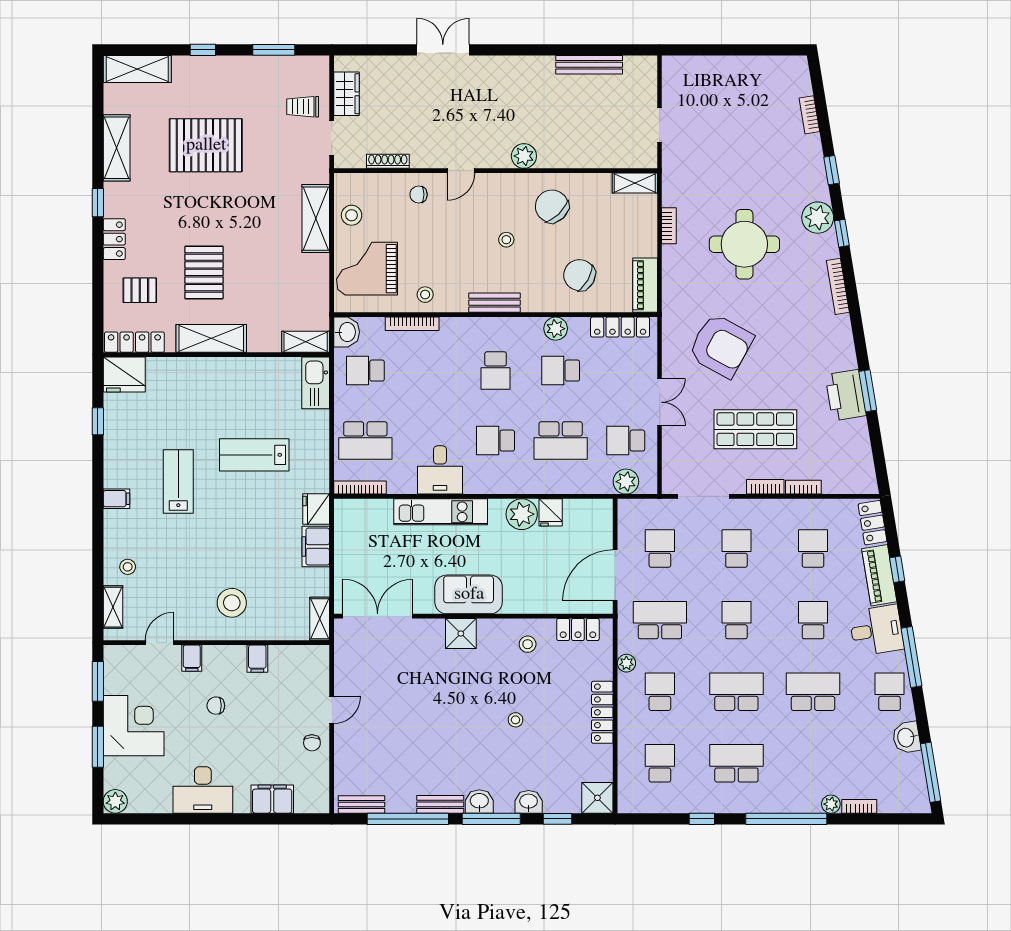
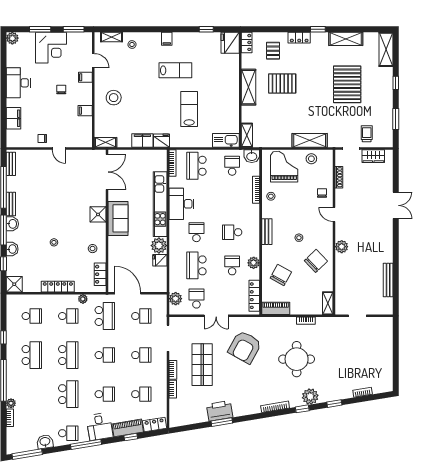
locker: (134, 342) -> (247, 42), width x0.66
desk: (440, 470) -> (181, 204), width x1.37
kitchen unit: (441, 512) -> (160, 204), width x1.36

